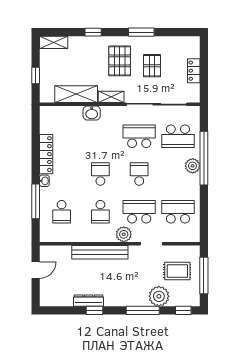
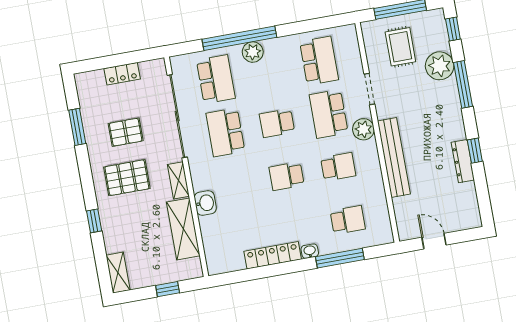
window: (141, 32) -> (77, 127), moved
school desk: (178, 212) -> (319, 61), turned 180

